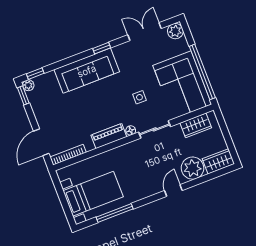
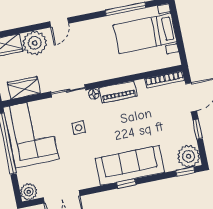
window: (102, 48) -> (126, 184), moved
plant: (28, 85) -> (189, 156), width x1.88, depth x1.88
window: (23, 95) -> (198, 129), moved

